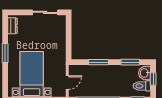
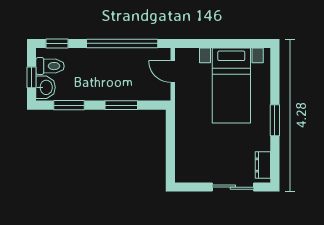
sliding door: (45, 12) -> (233, 187), moved
door: (67, 83) -> (173, 72), hinge flipped

